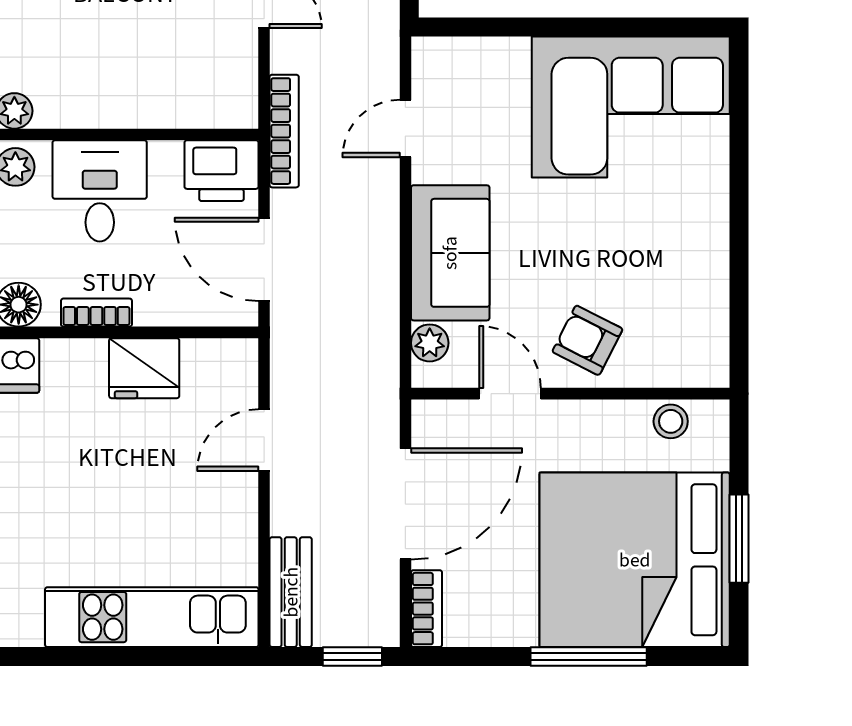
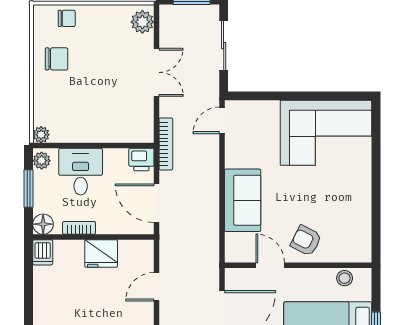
door: (405, 129) -> (222, 120), moved
printer: (221, 171) -> (141, 160), width x0.73, depth x0.81
plant: (430, 343) -> (233, 242), removed

